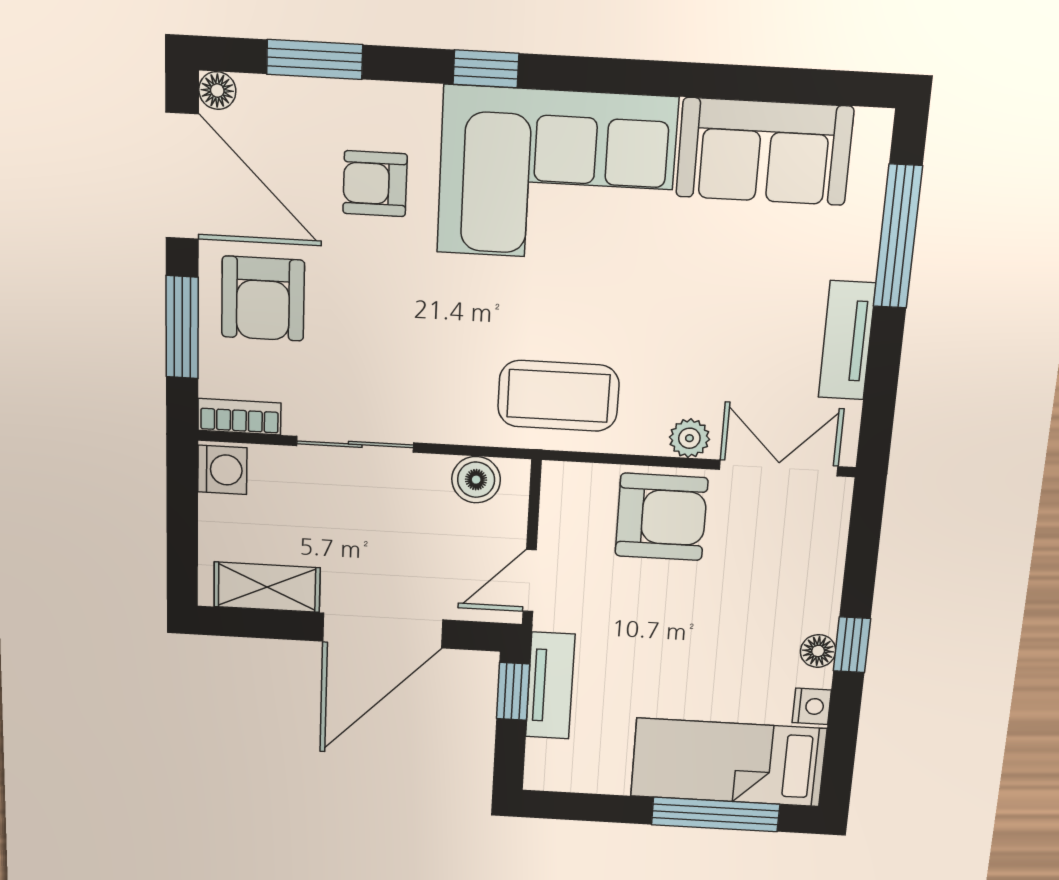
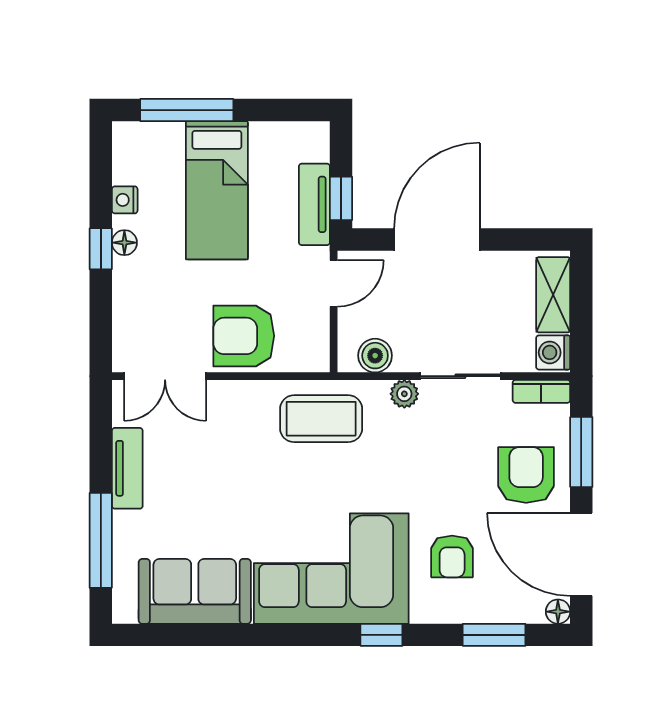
armchair: (375, 184) -> (452, 556), turned 90
plant: (689, 438) -> (404, 394), moved
shelving: (267, 587) -> (553, 295), moved, turned 90
bed: (728, 762) -> (217, 190), moved, turned 90

